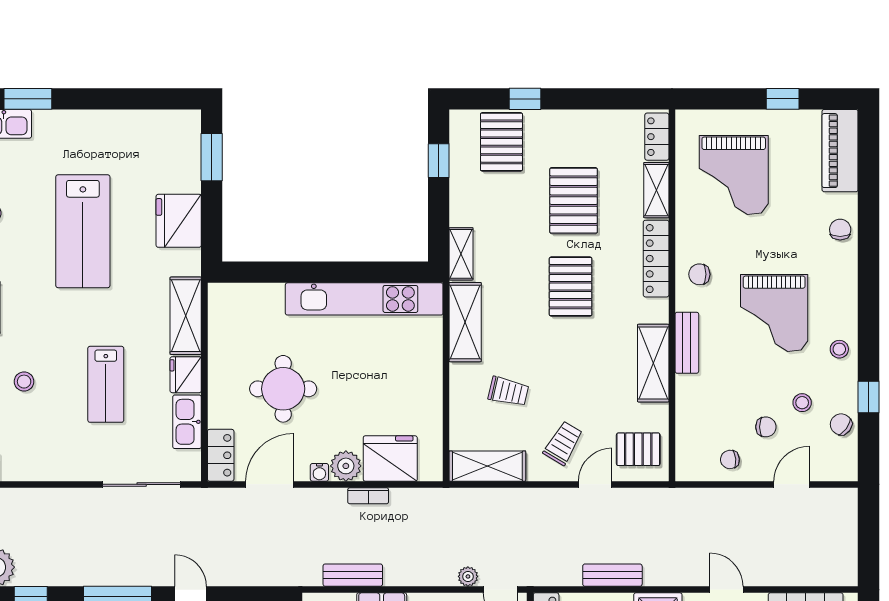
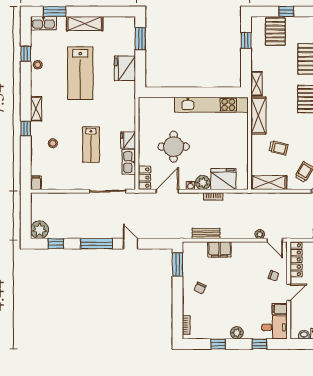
shelving: (186, 316) -> (85, 24), moved, turned 90

